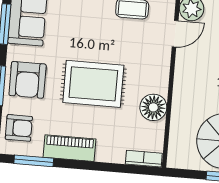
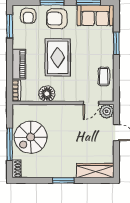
door: (175, 34) -> (91, 103), hinge flipped
piano: (70, 148) -> (19, 64), moved

